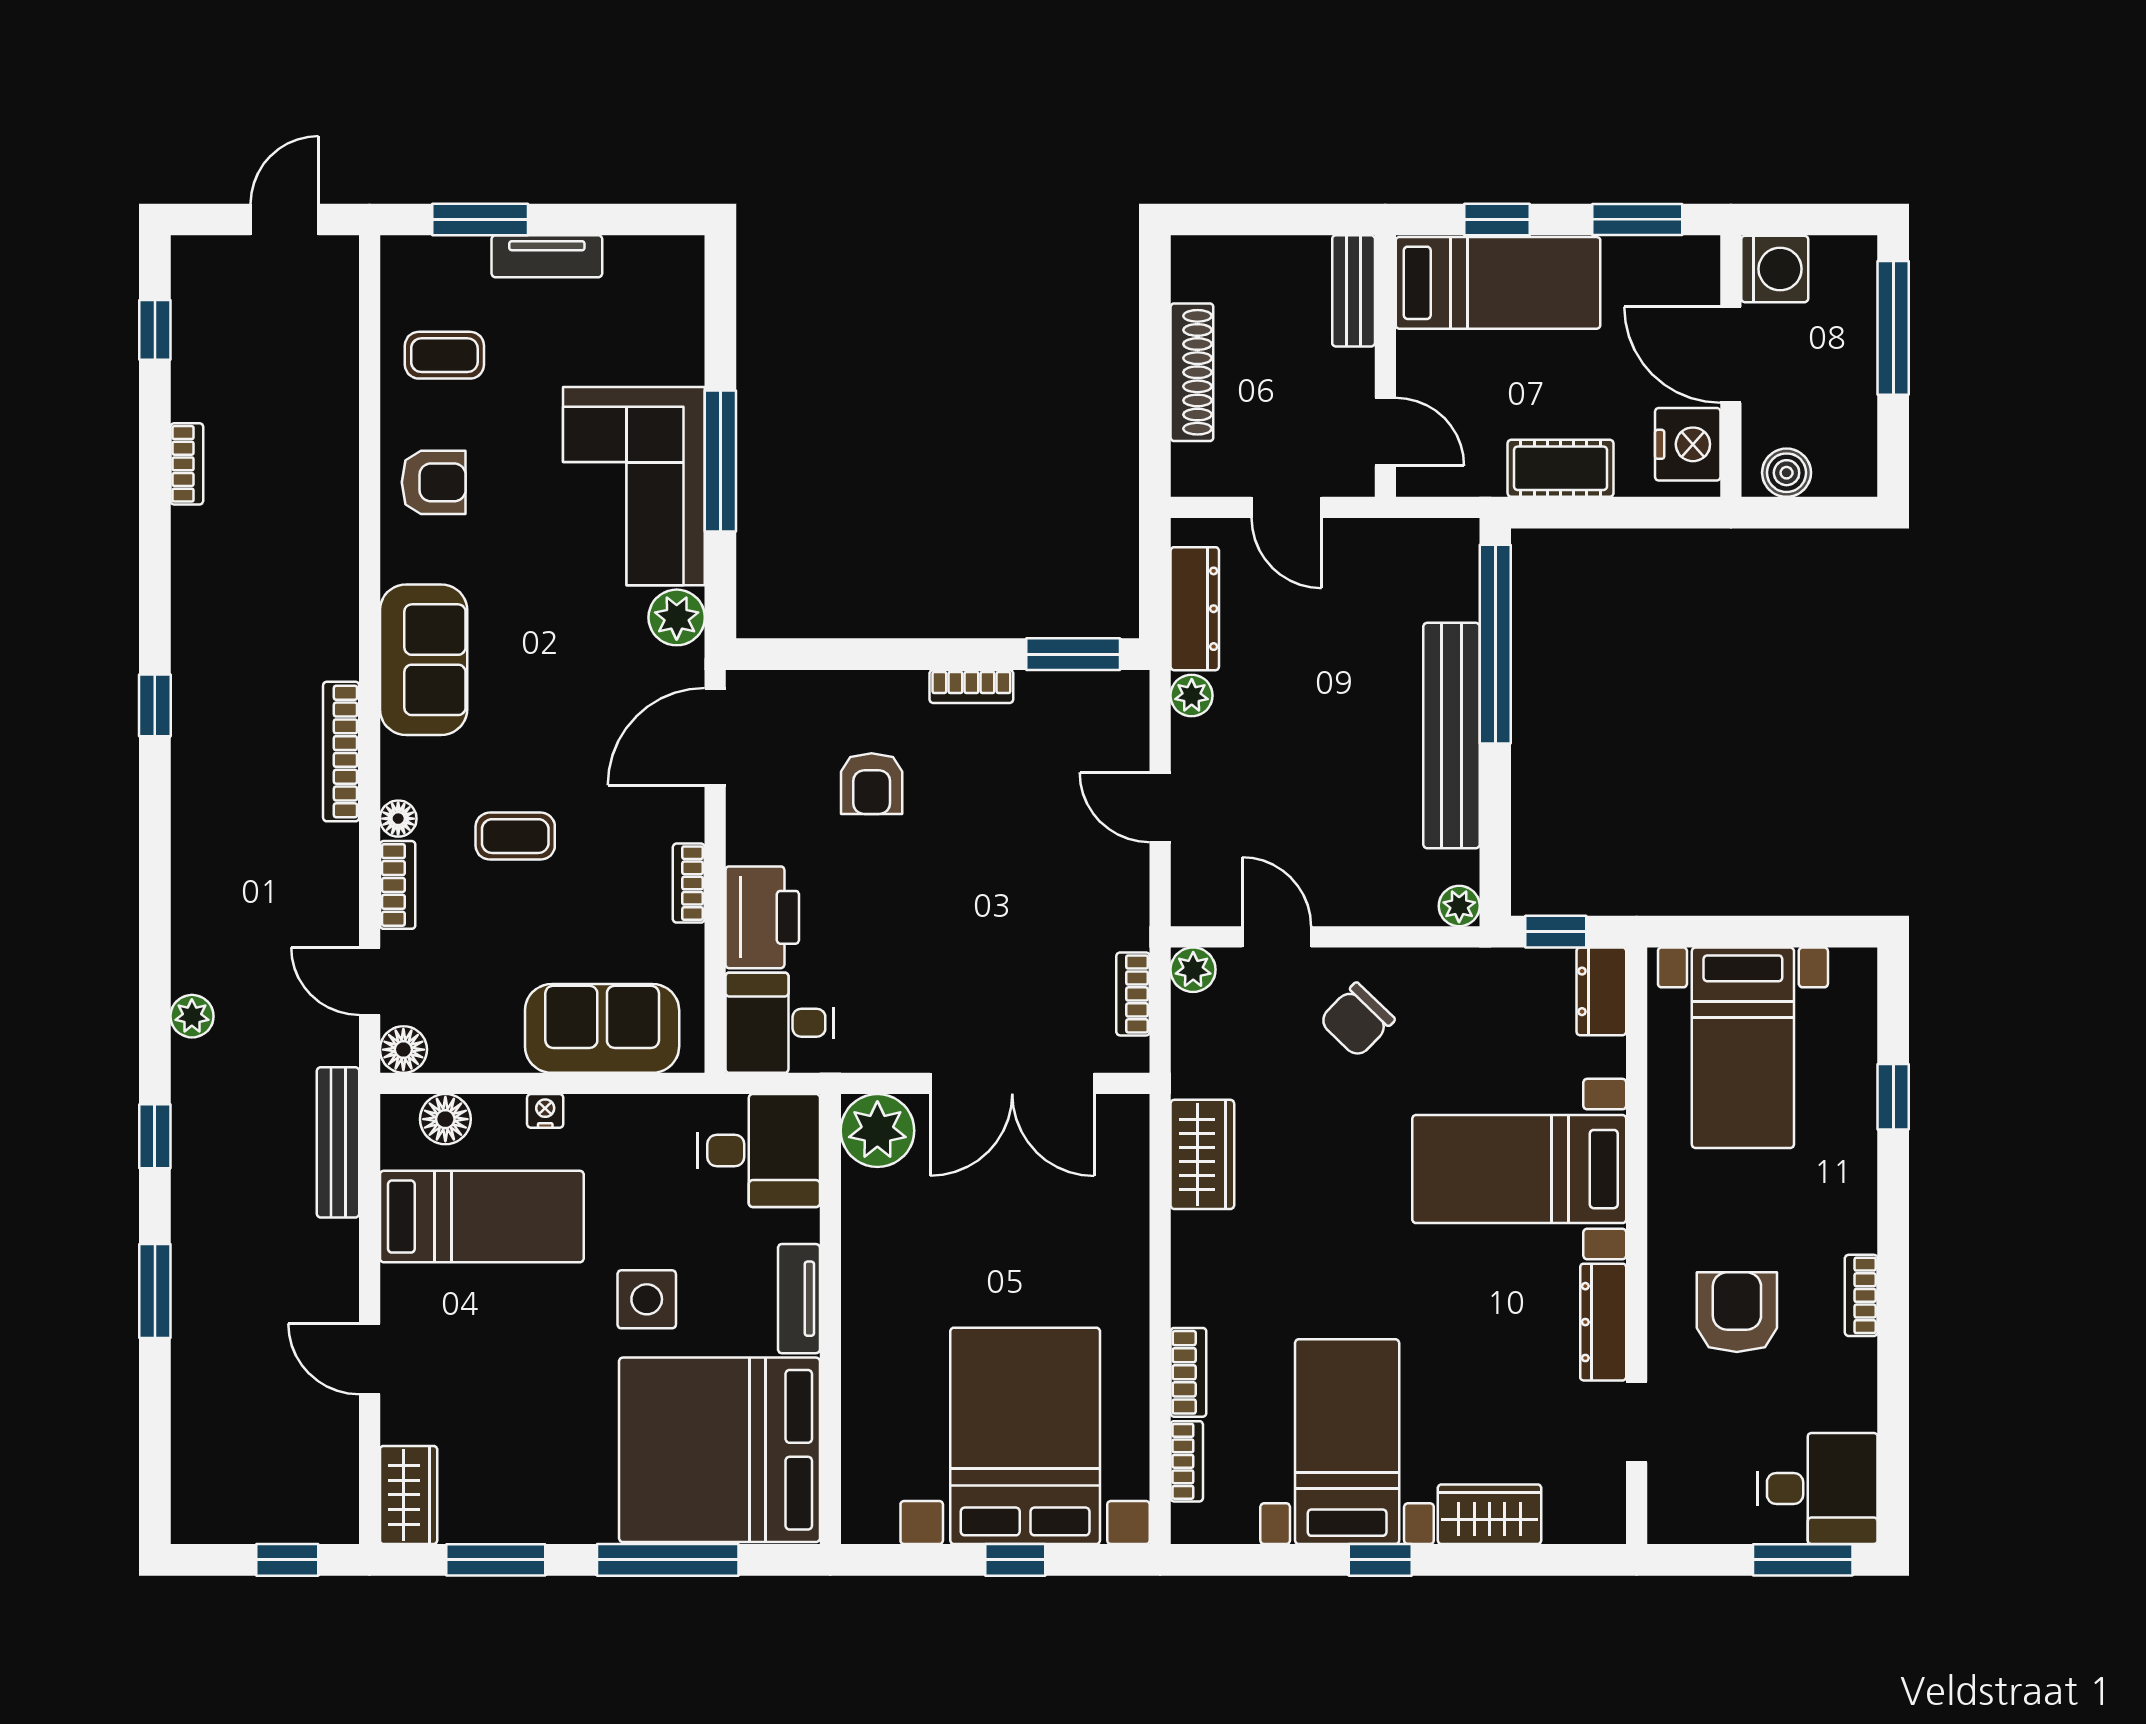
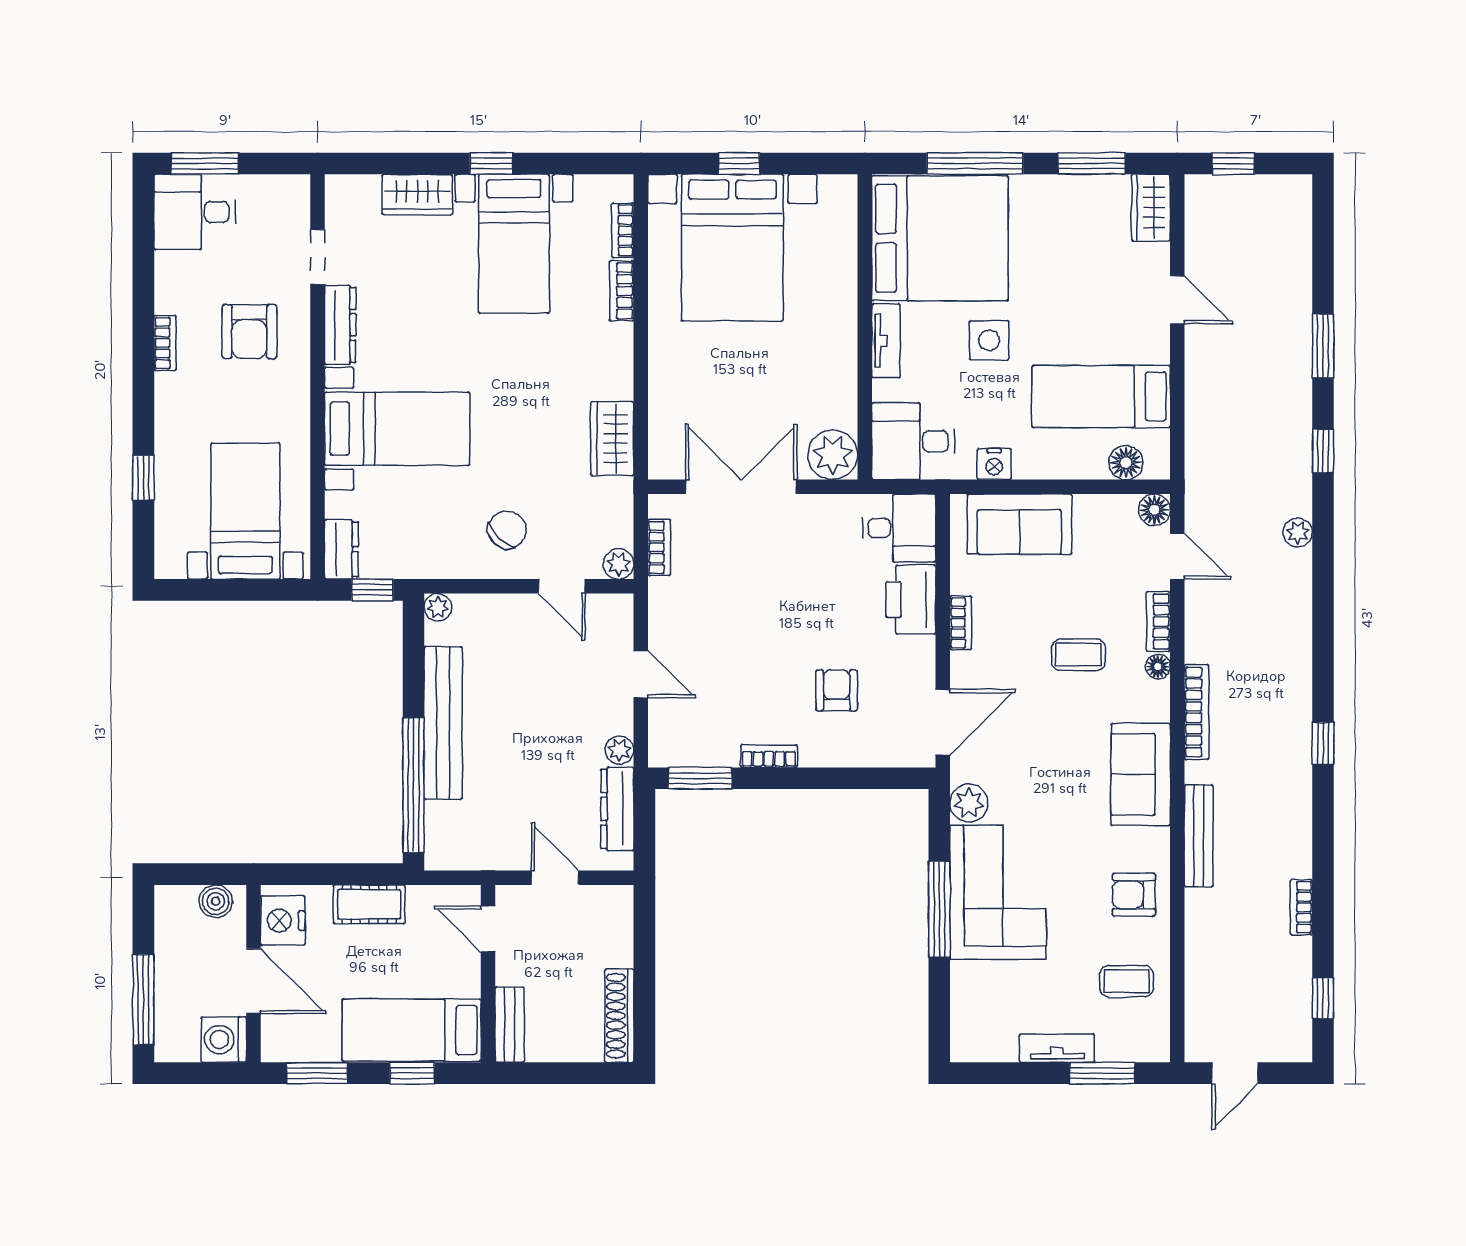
shoe rack: (1192, 372) -> (619, 1016), moved
nightstand: (545, 1111) -> (994, 464), moved, width x1.39, depth x1.35
bench: (338, 1142) -> (1199, 836), moved

